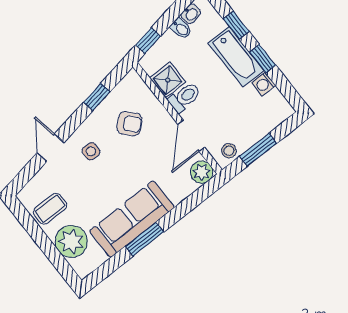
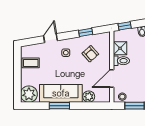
plant: (202, 172) -> (89, 97), moved
plant: (71, 241) -> (29, 94), moved

